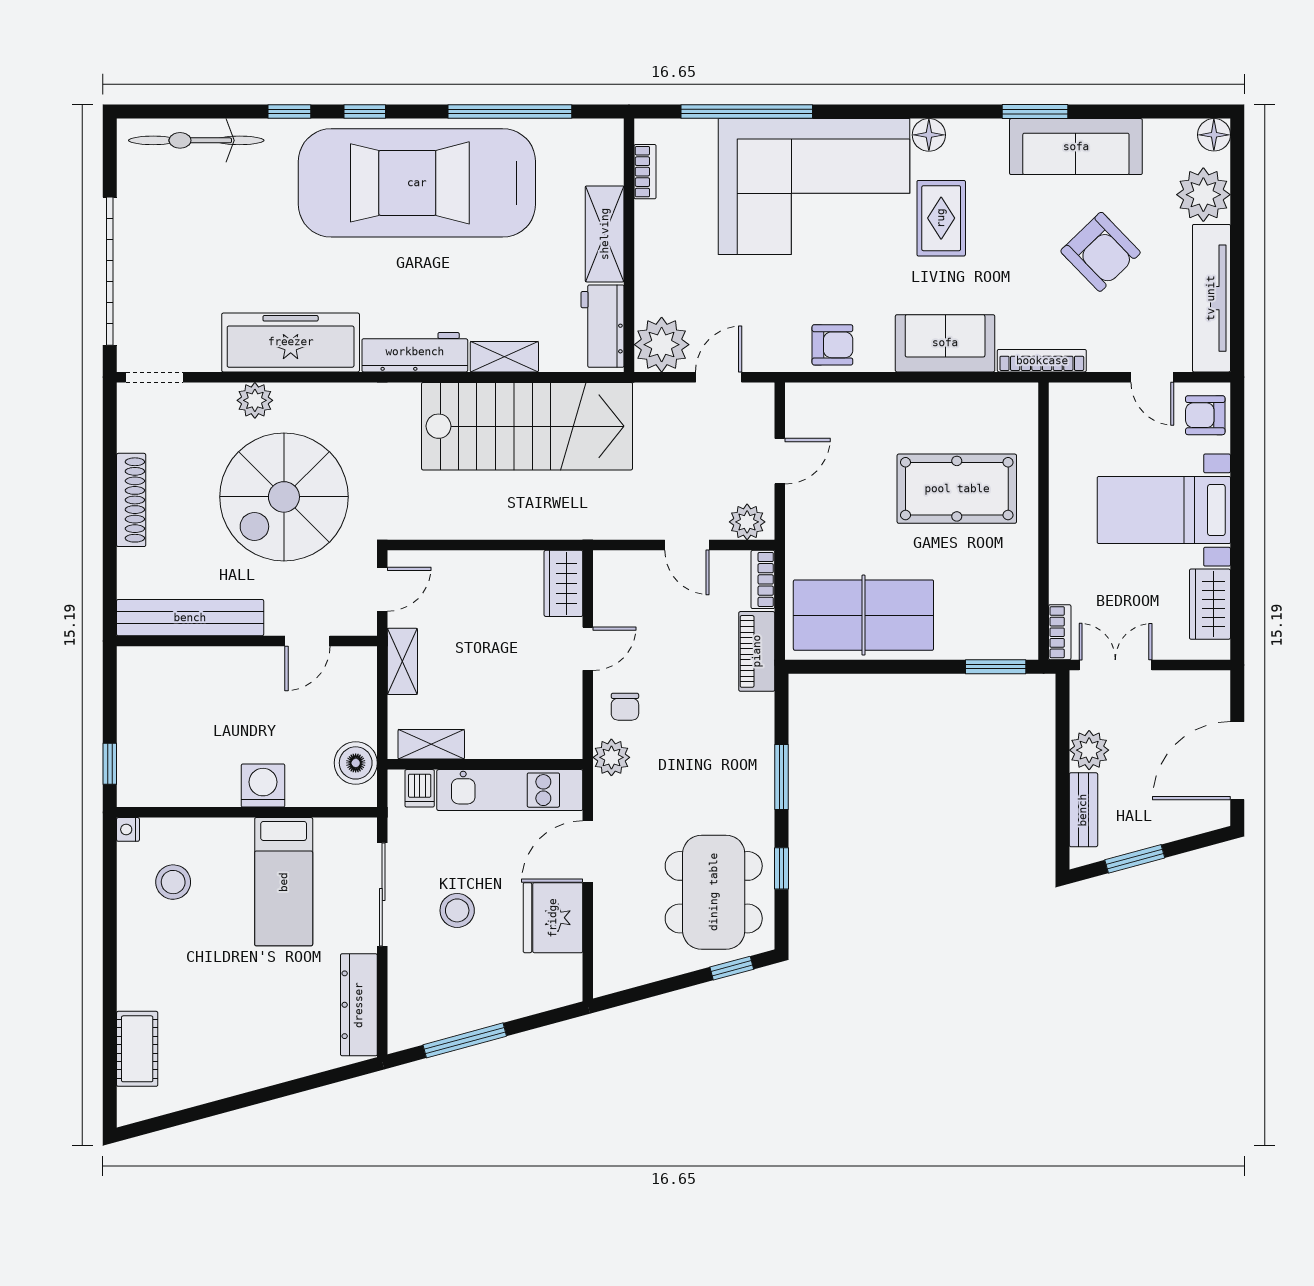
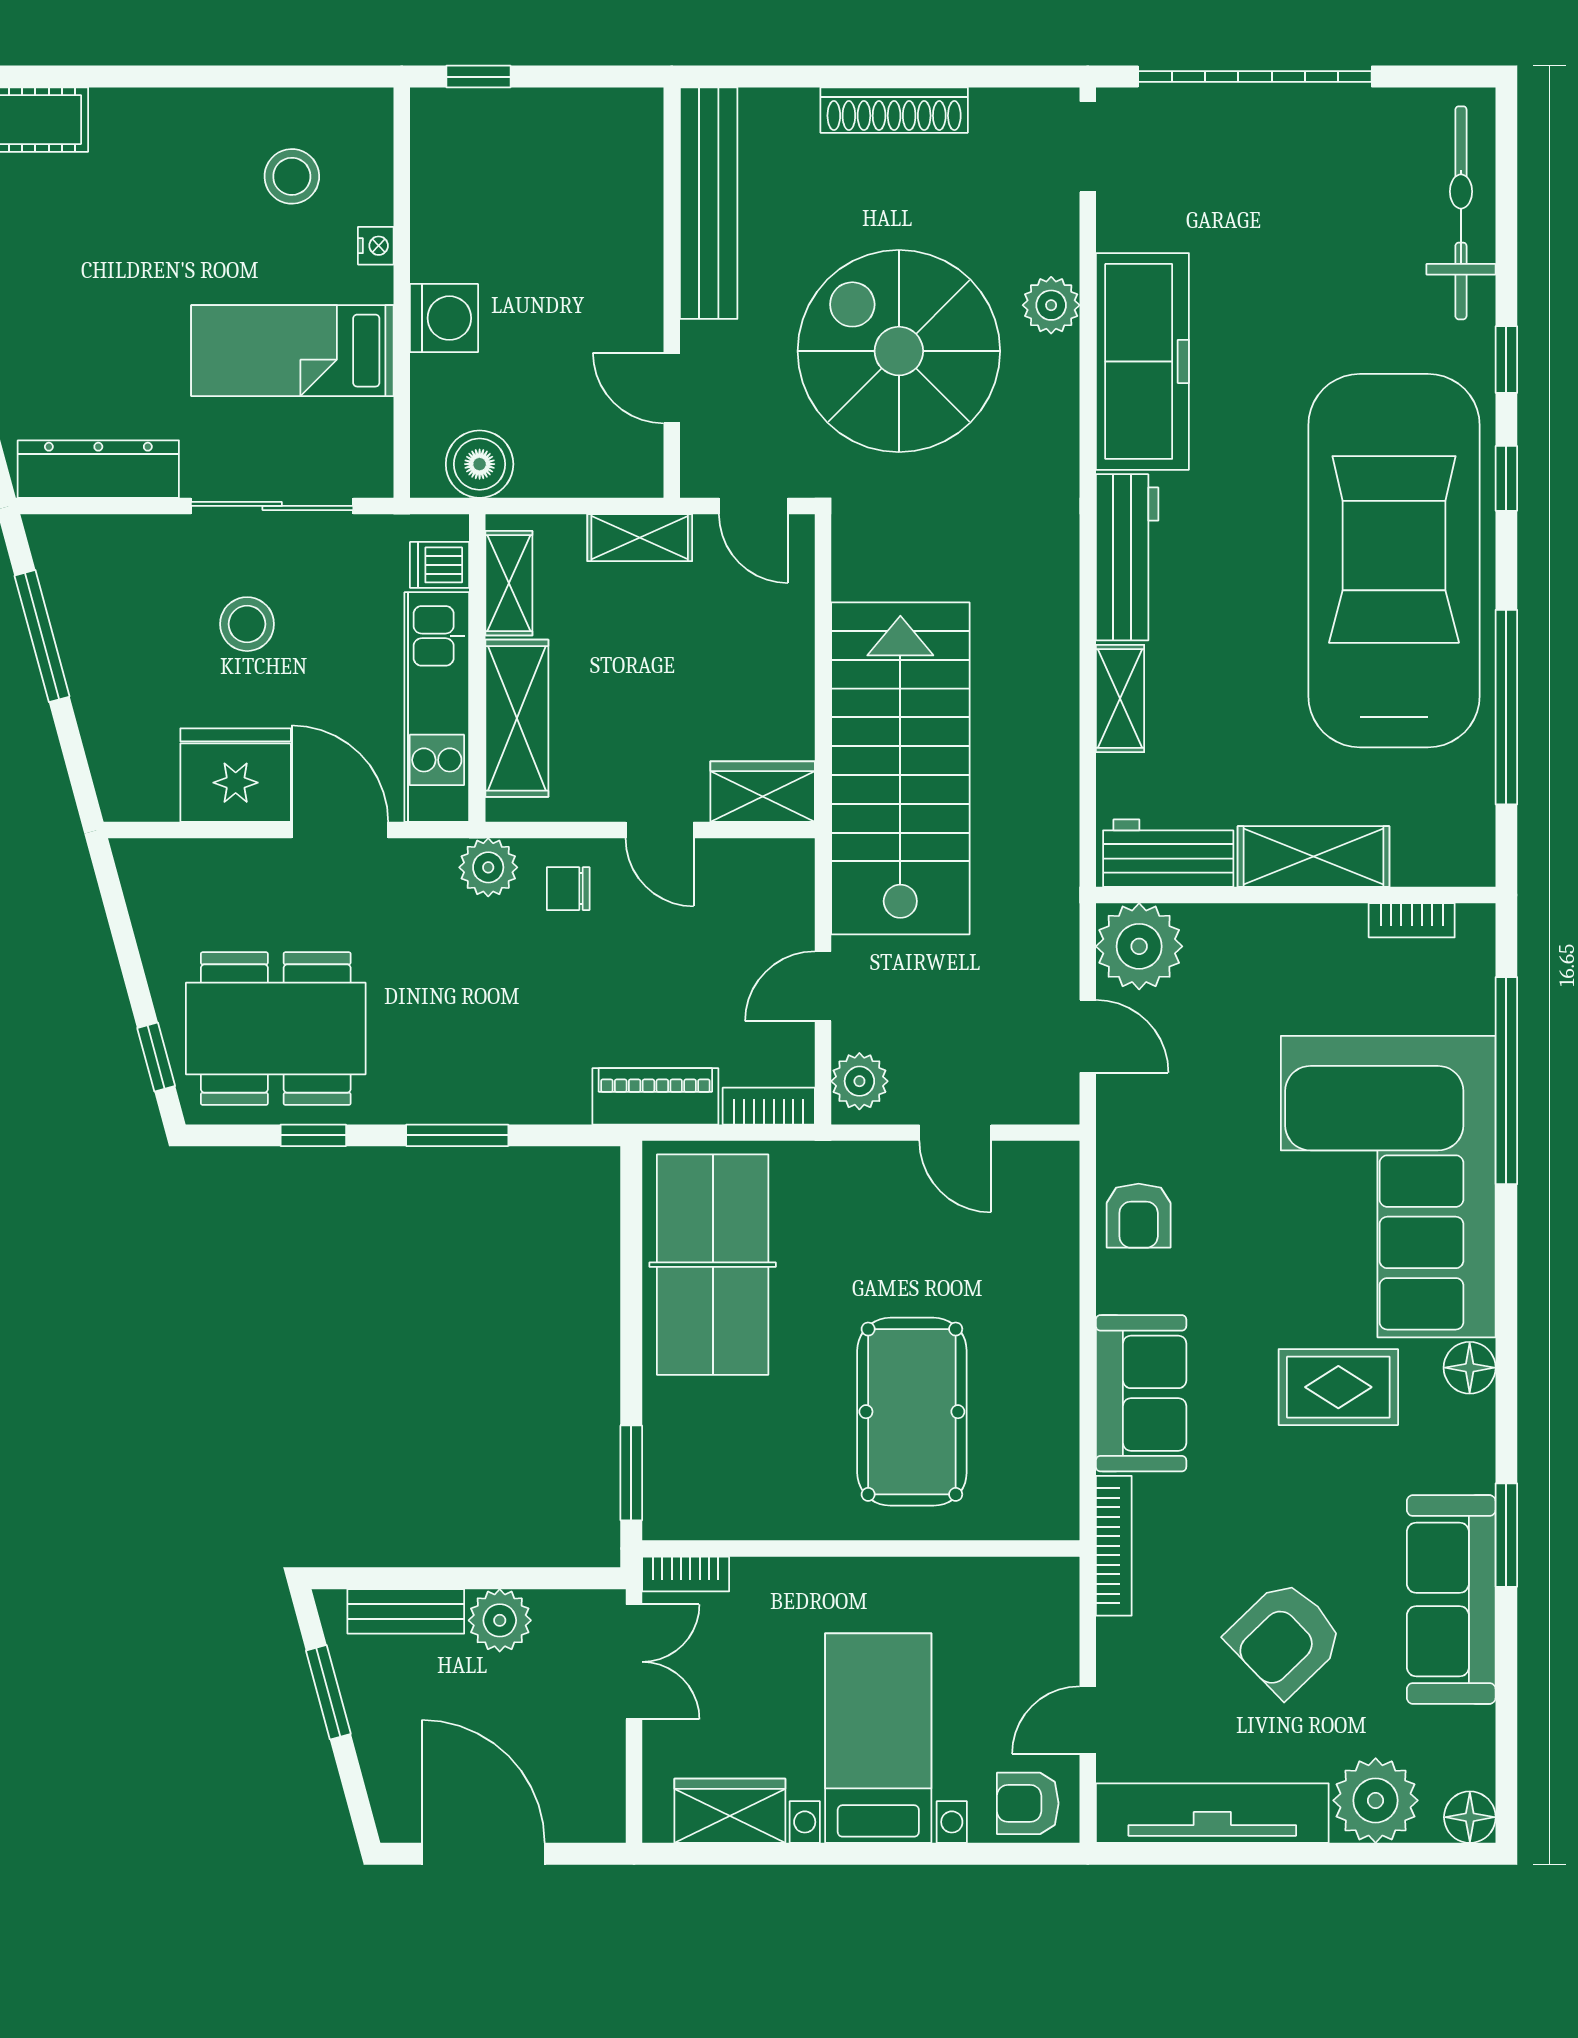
armchair: (1205, 415) -> (1028, 1803), turned -90
stairs: (527, 426) -> (900, 768), moved, turned 180
shelving: (517, 739) -> (517, 718), added
nightstand: (128, 829) -> (376, 246), moved, turned 90

